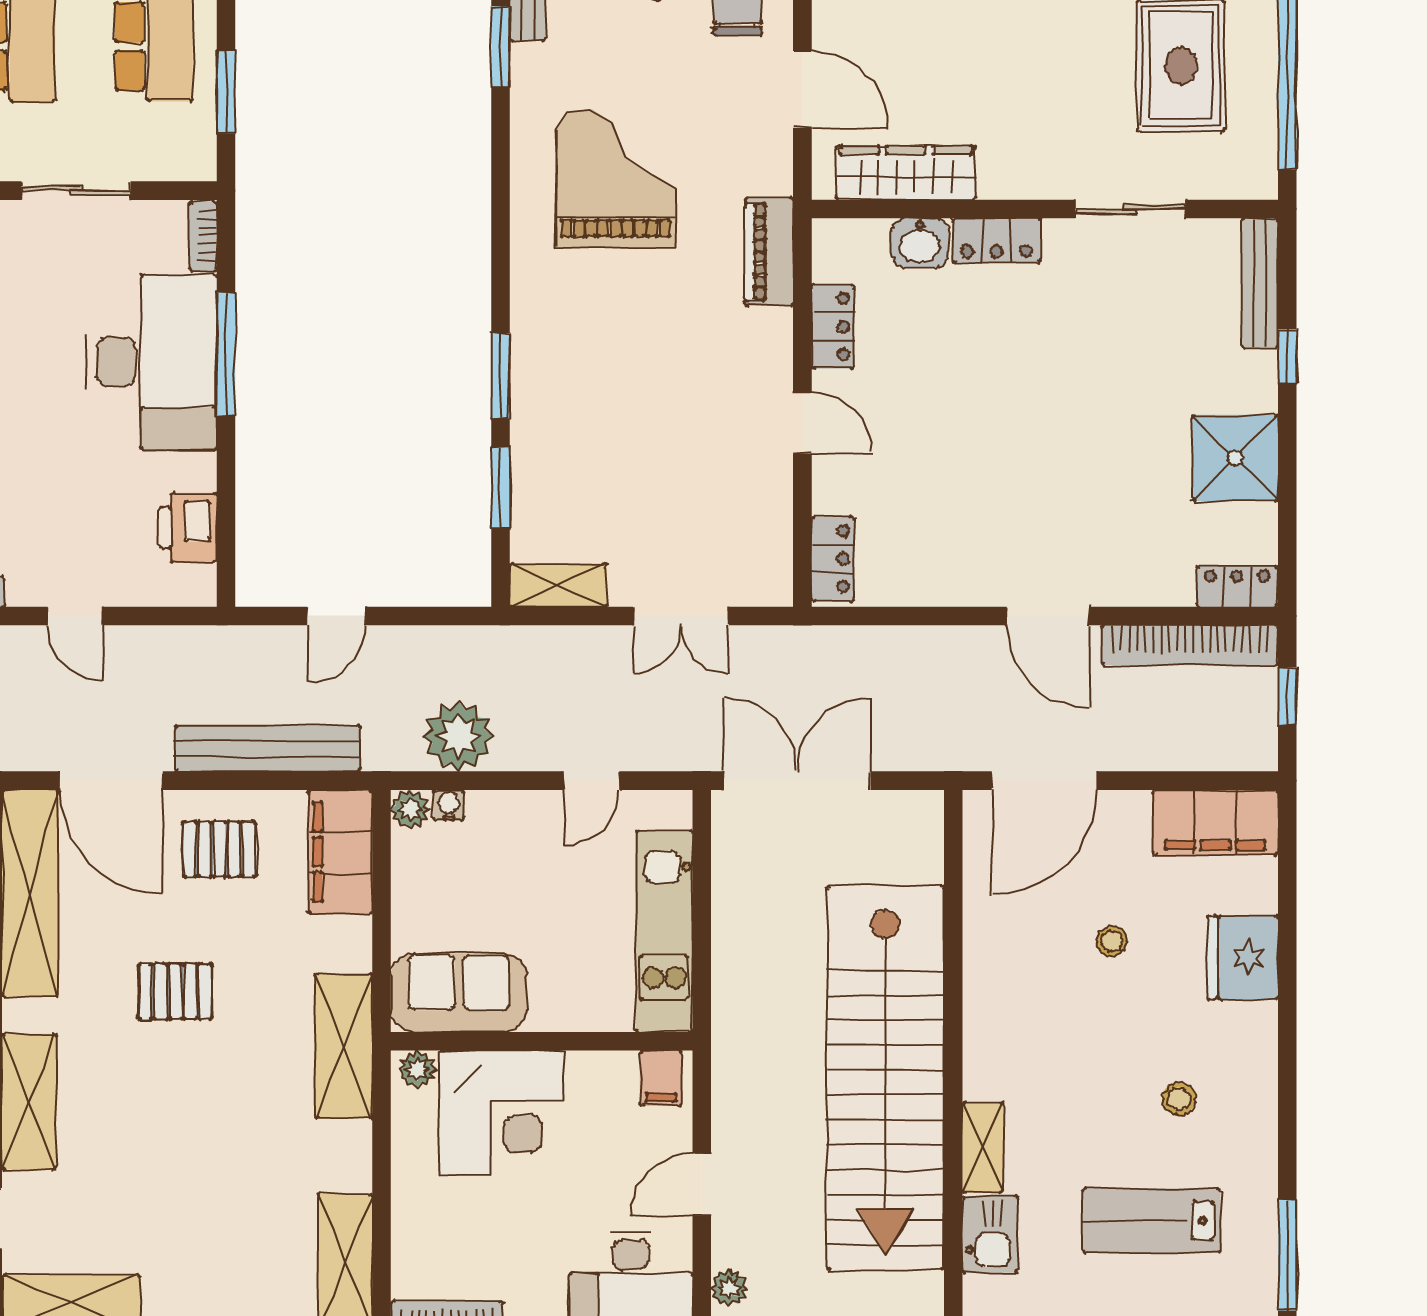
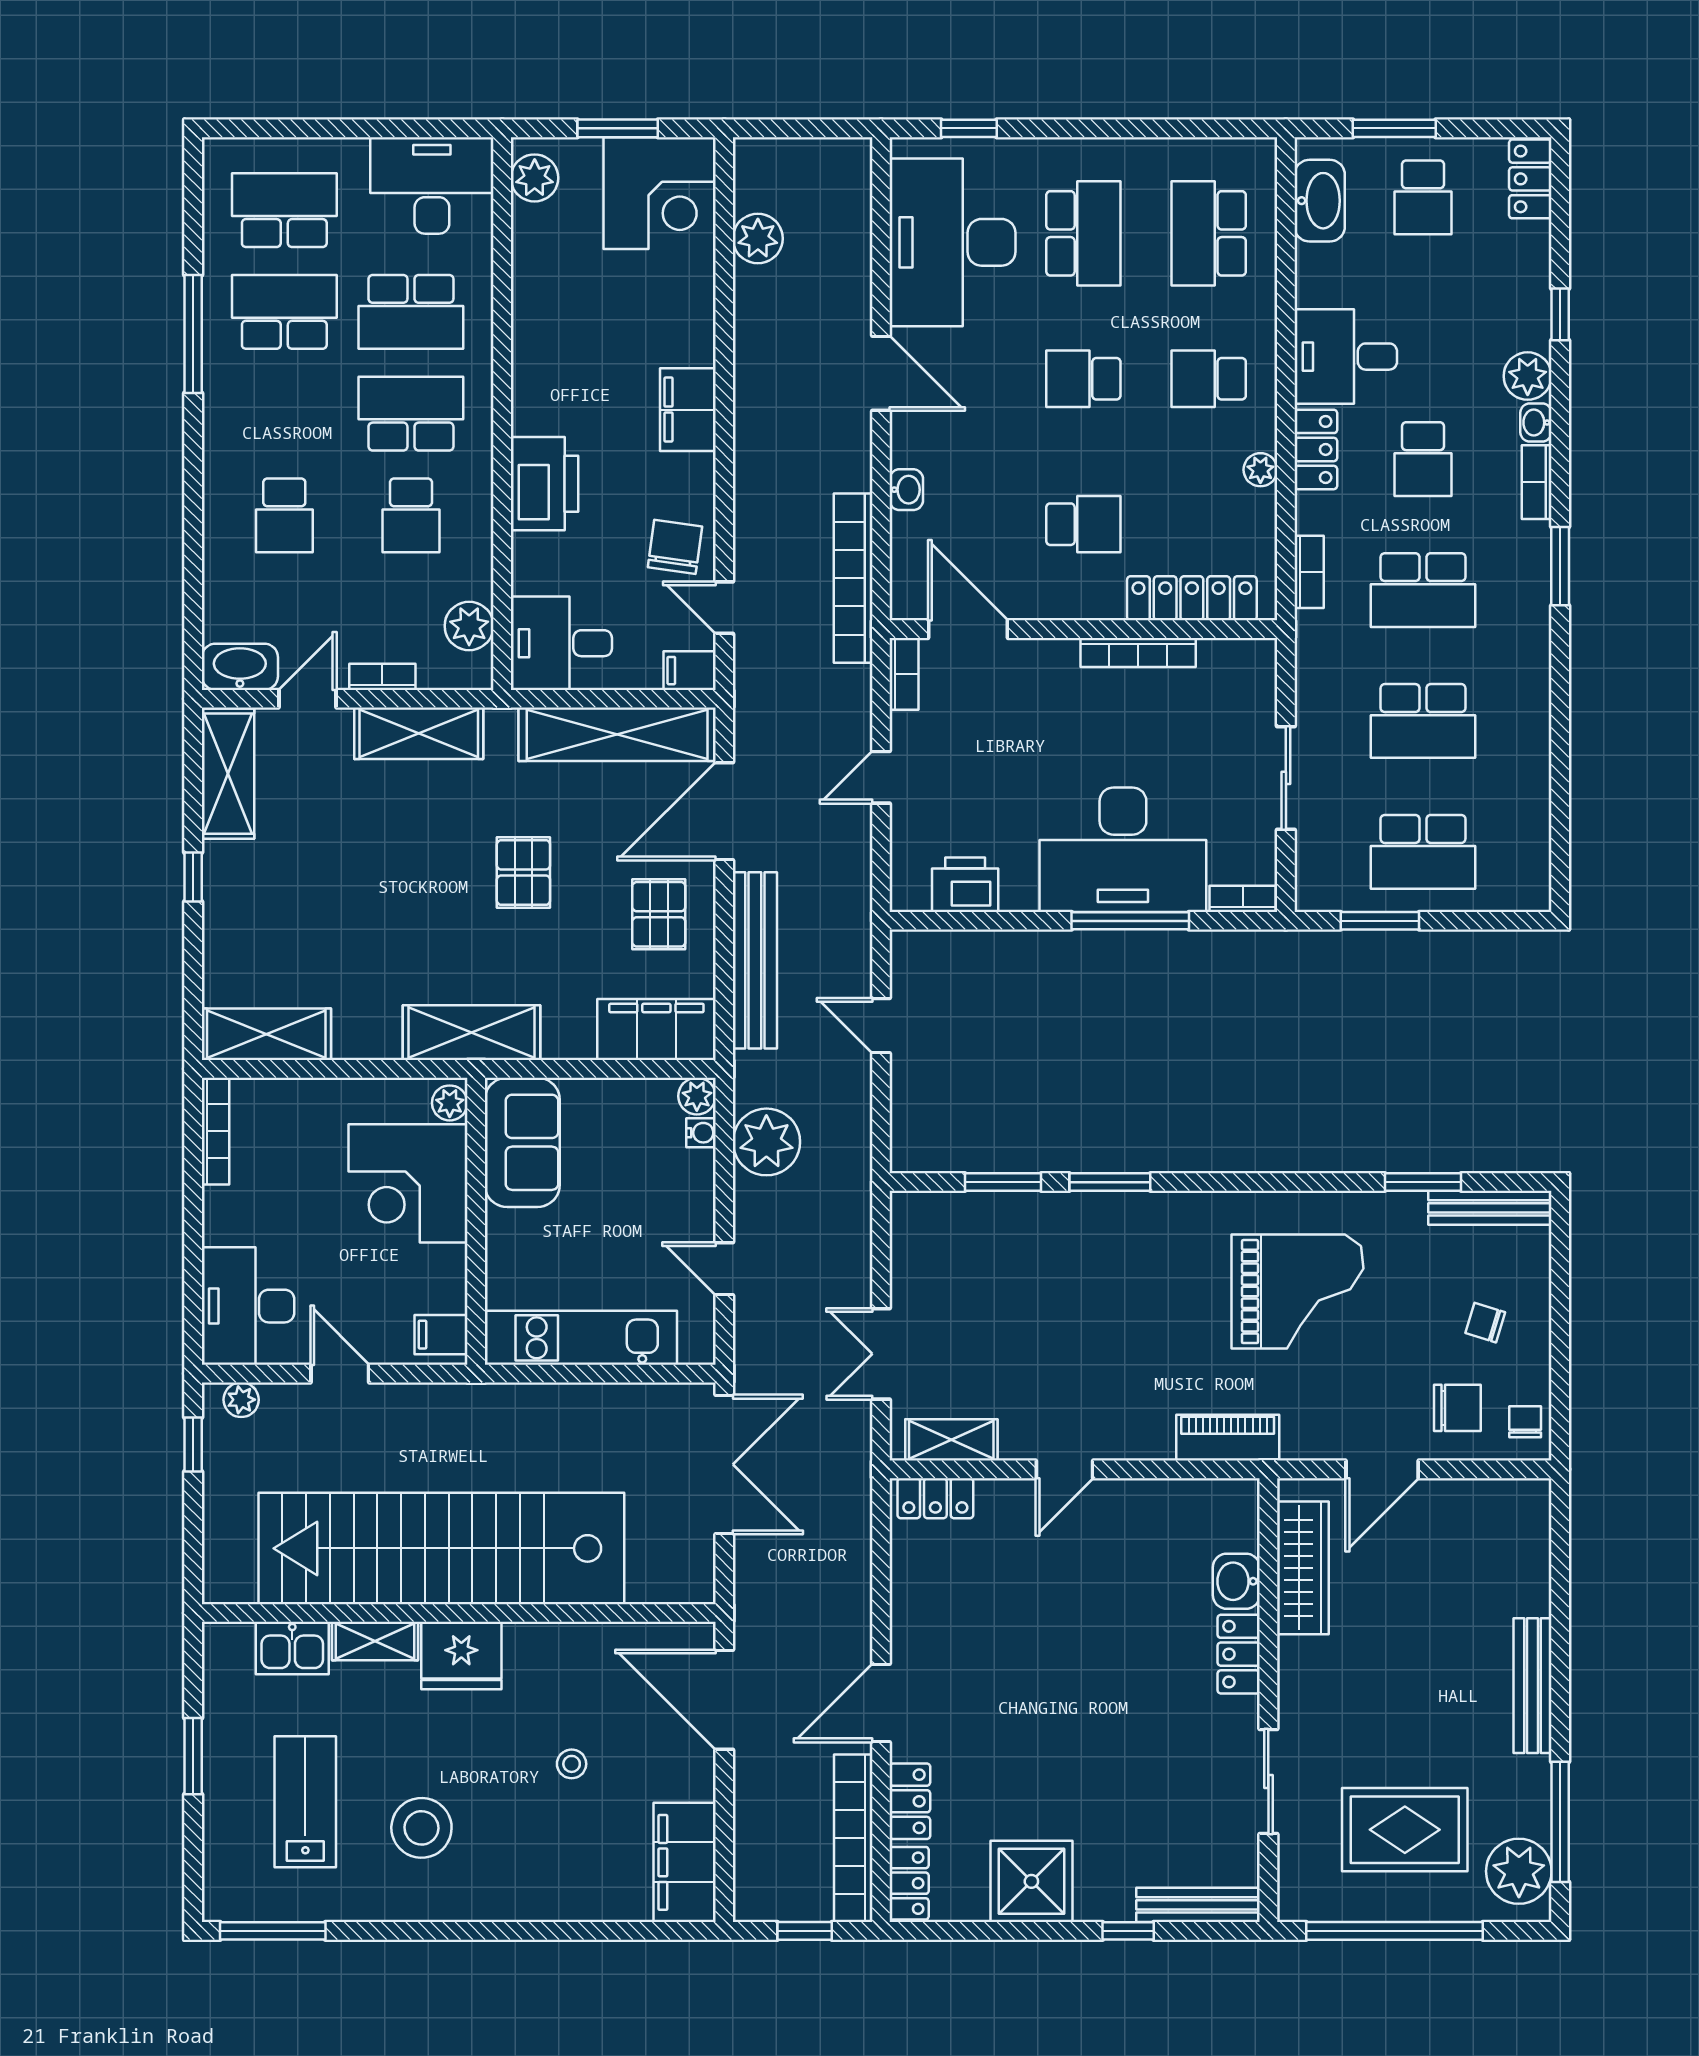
locker: (833, 327) -> (910, 1801), moved, turned -90
shelving: (558, 585) -> (951, 1440), moved, turned 90
fridge: (1242, 958) -> (461, 1656), moved, turned 180
stool: (1179, 1099) -> (421, 1828), width x1.89, depth x1.89

